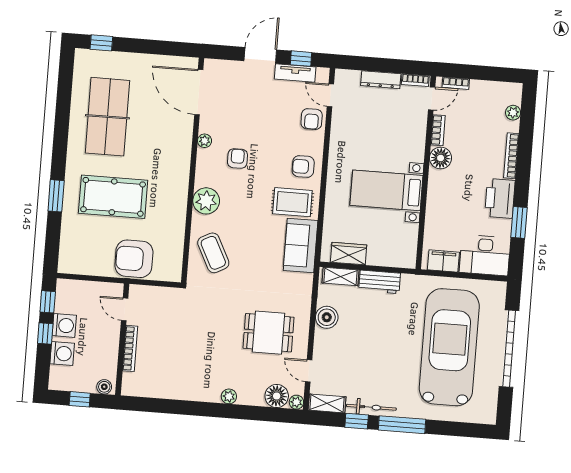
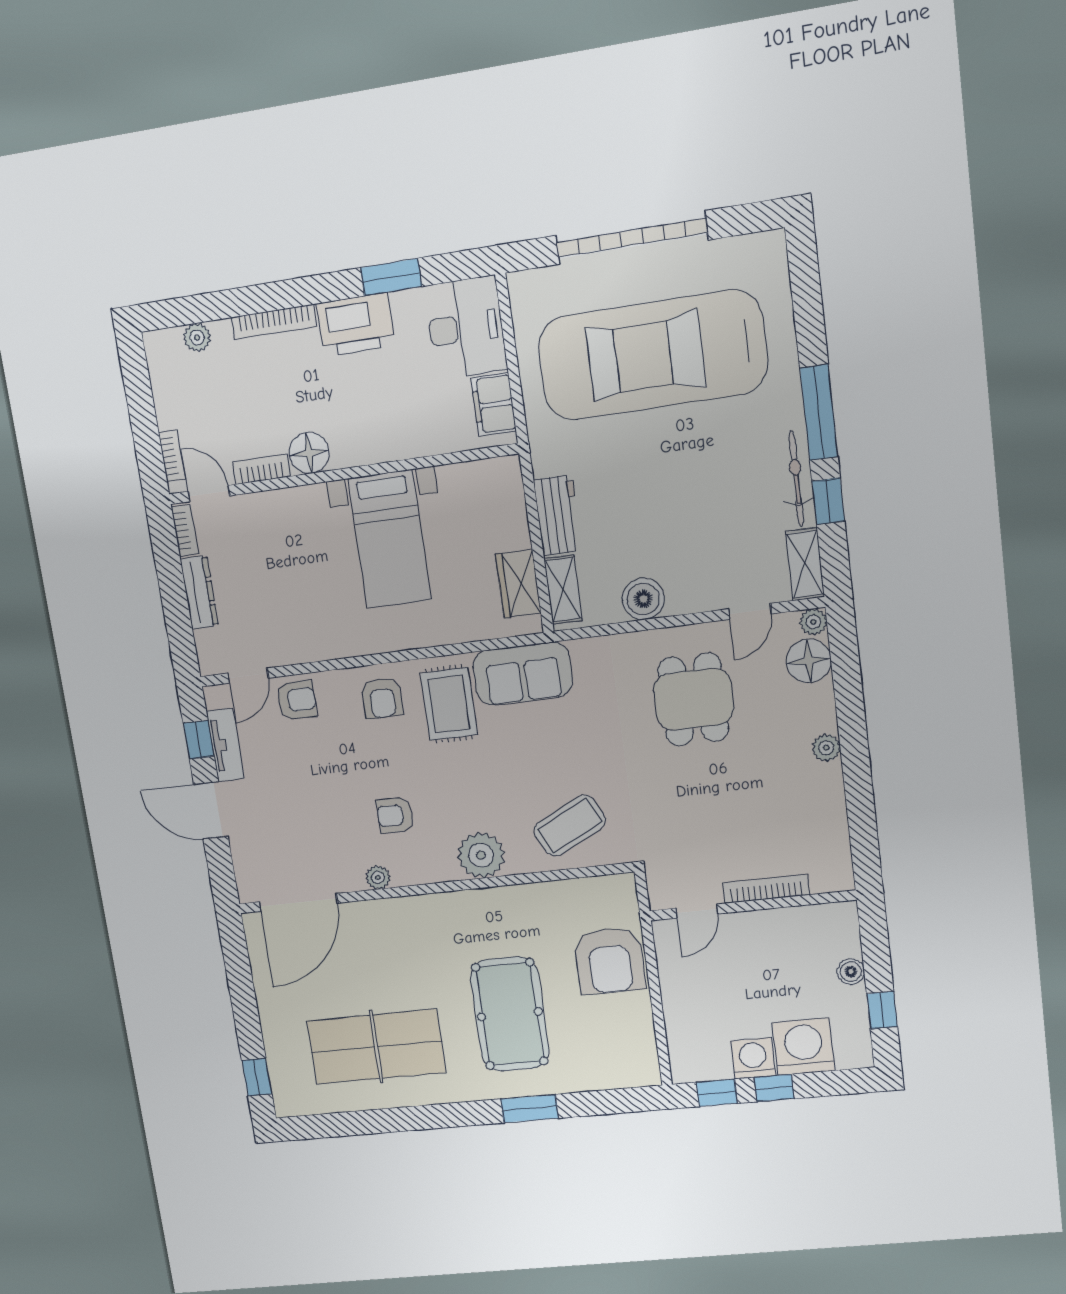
door: (125, 309) -> (697, 911), moved
wall: (122, 339) -> (752, 905), moved
bookcase: (130, 348) -> (766, 889), moved
washing machine: (62, 354) -> (803, 1047), width x1.37, depth x1.37

